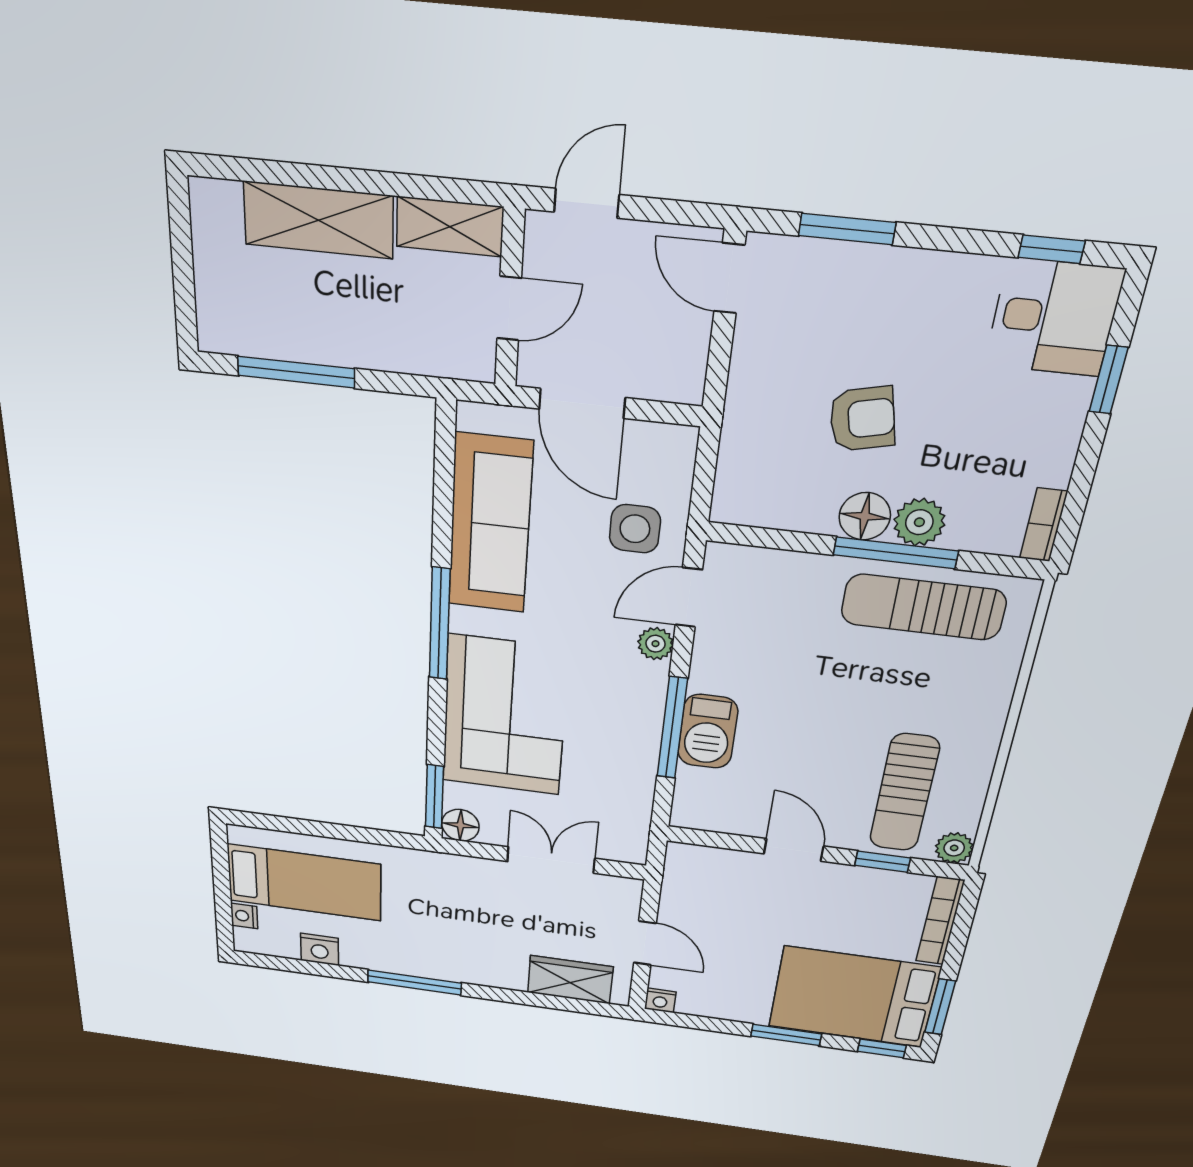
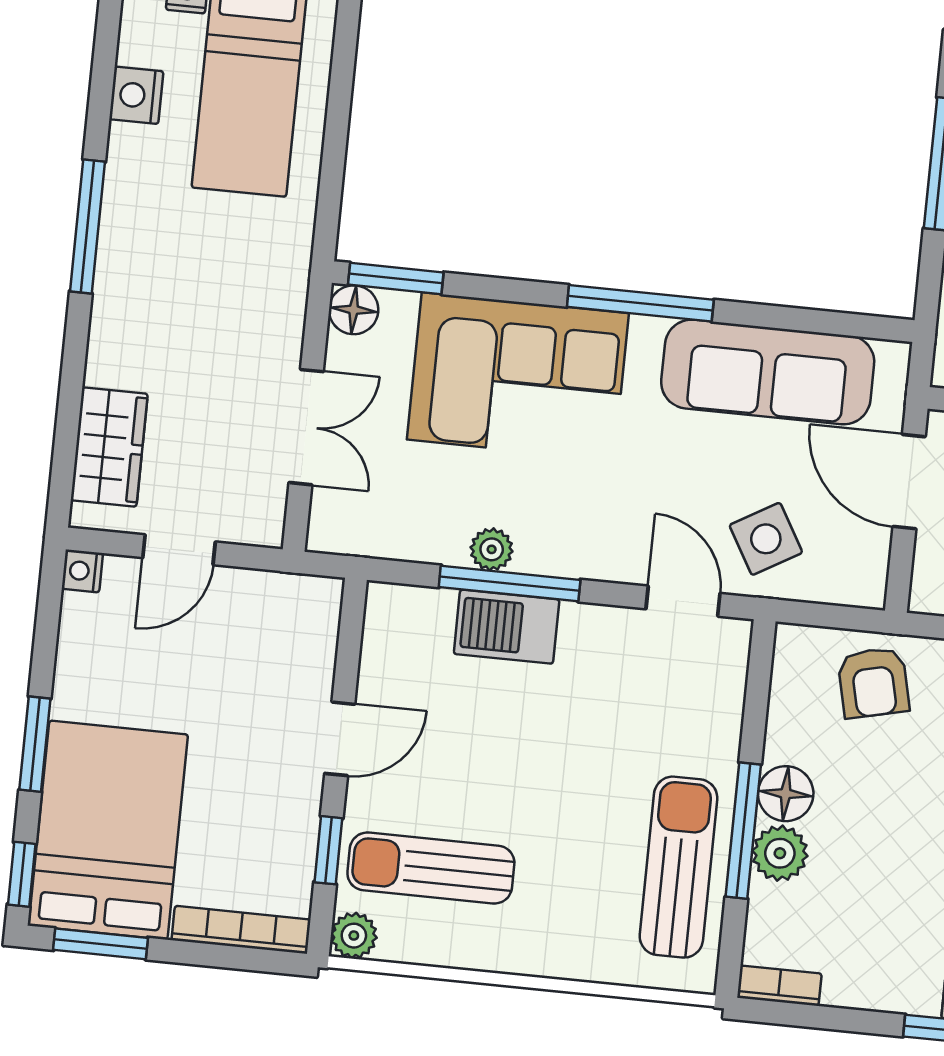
door: (582, 403) -> (909, 482), hinge flipped
armchair: (862, 419) -> (873, 683), moved
side table: (635, 529) -> (766, 539), turned -30
plant: (656, 644) -> (492, 549), moved

